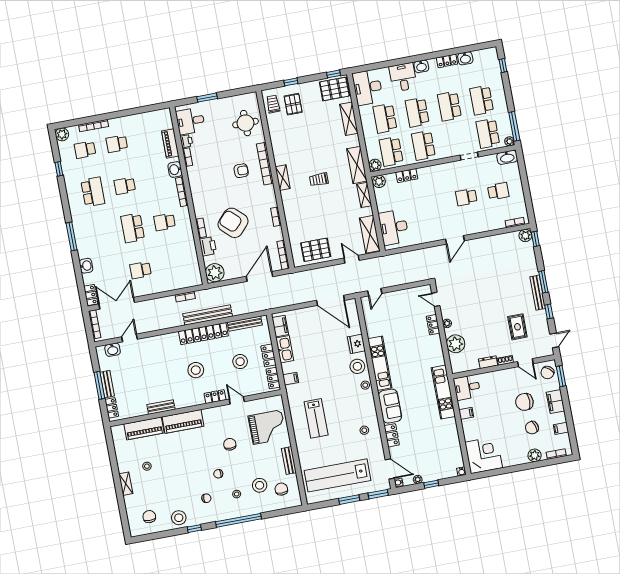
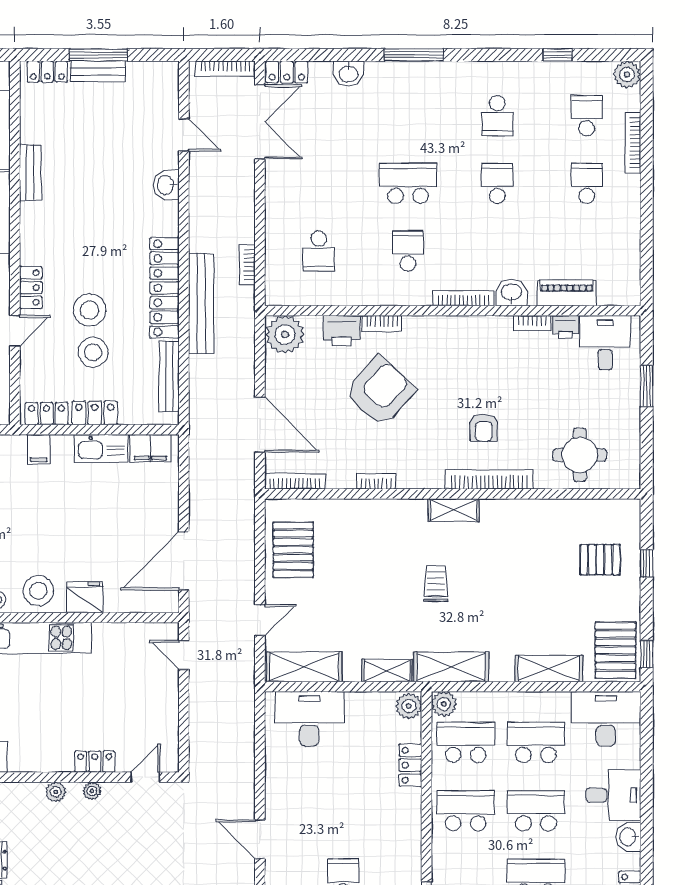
trolley: (273, 104) -> (608, 519), removed
school desk: (93, 192) -> (497, 116), width x0.54
school desk: (141, 270) -> (319, 251), moved, turned 180
plant: (456, 344) -> (56, 792), width x0.53, depth x0.53
washbasin: (113, 350) -> (166, 185), moved
stool: (196, 370) -> (90, 310), moved

